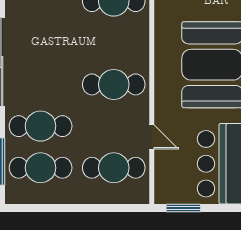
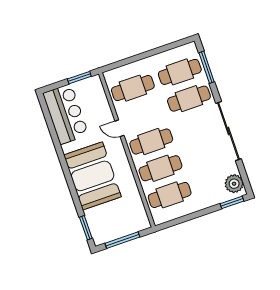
cafe table: (114, 43) -> (160, 168), added
door: (152, 137) -> (119, 128), moved

